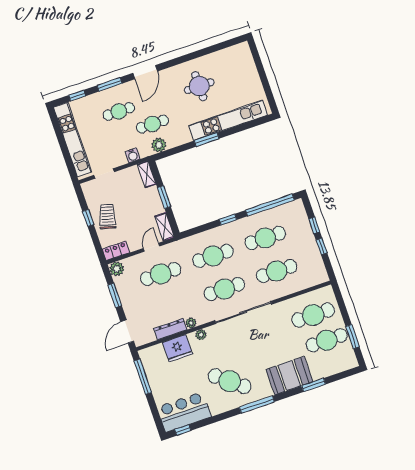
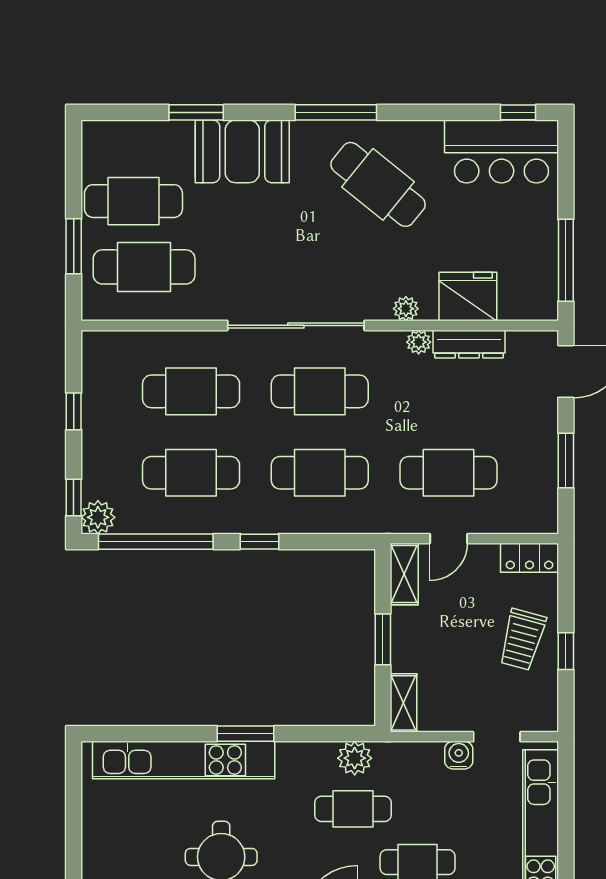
water cooler: (133, 155) -> (459, 755), moved
window: (314, 225) -> (74, 497), moved
plant: (117, 269) -> (98, 517), moved
window: (353, 337) -> (74, 246), moved

